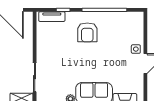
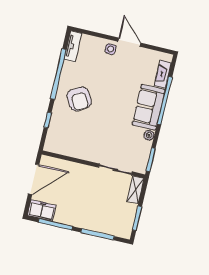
tv unit: (52, 17) -> (73, 46), moved
armchair: (87, 32) -> (79, 99), turned 59

